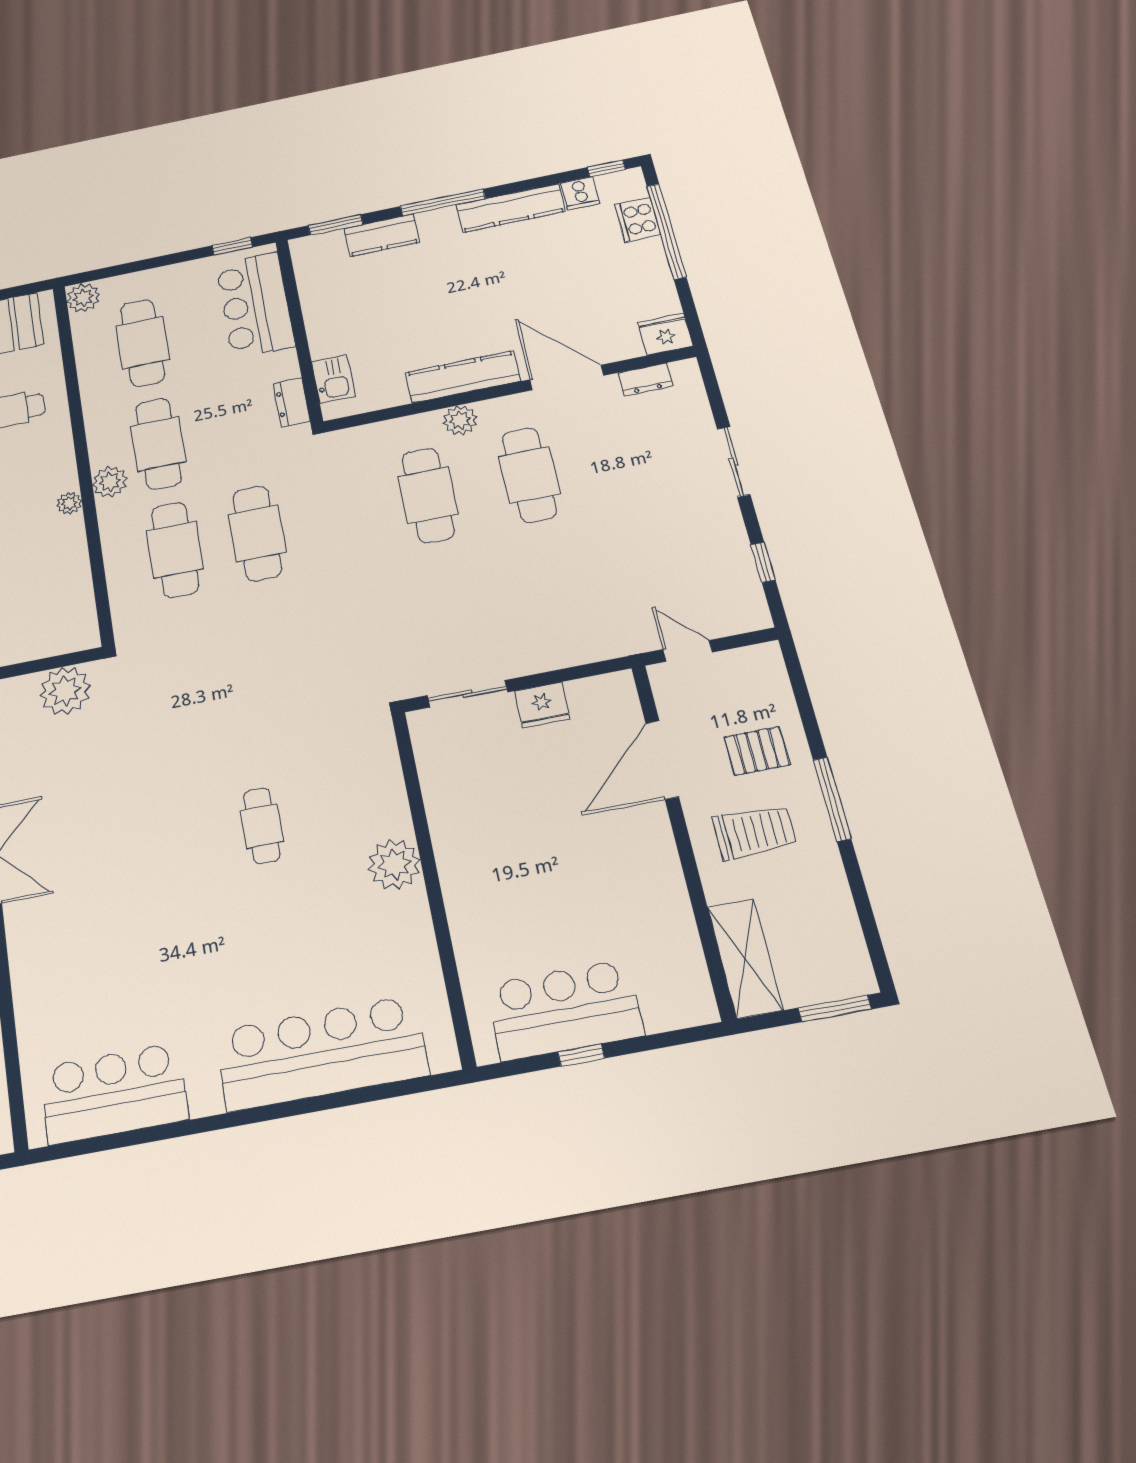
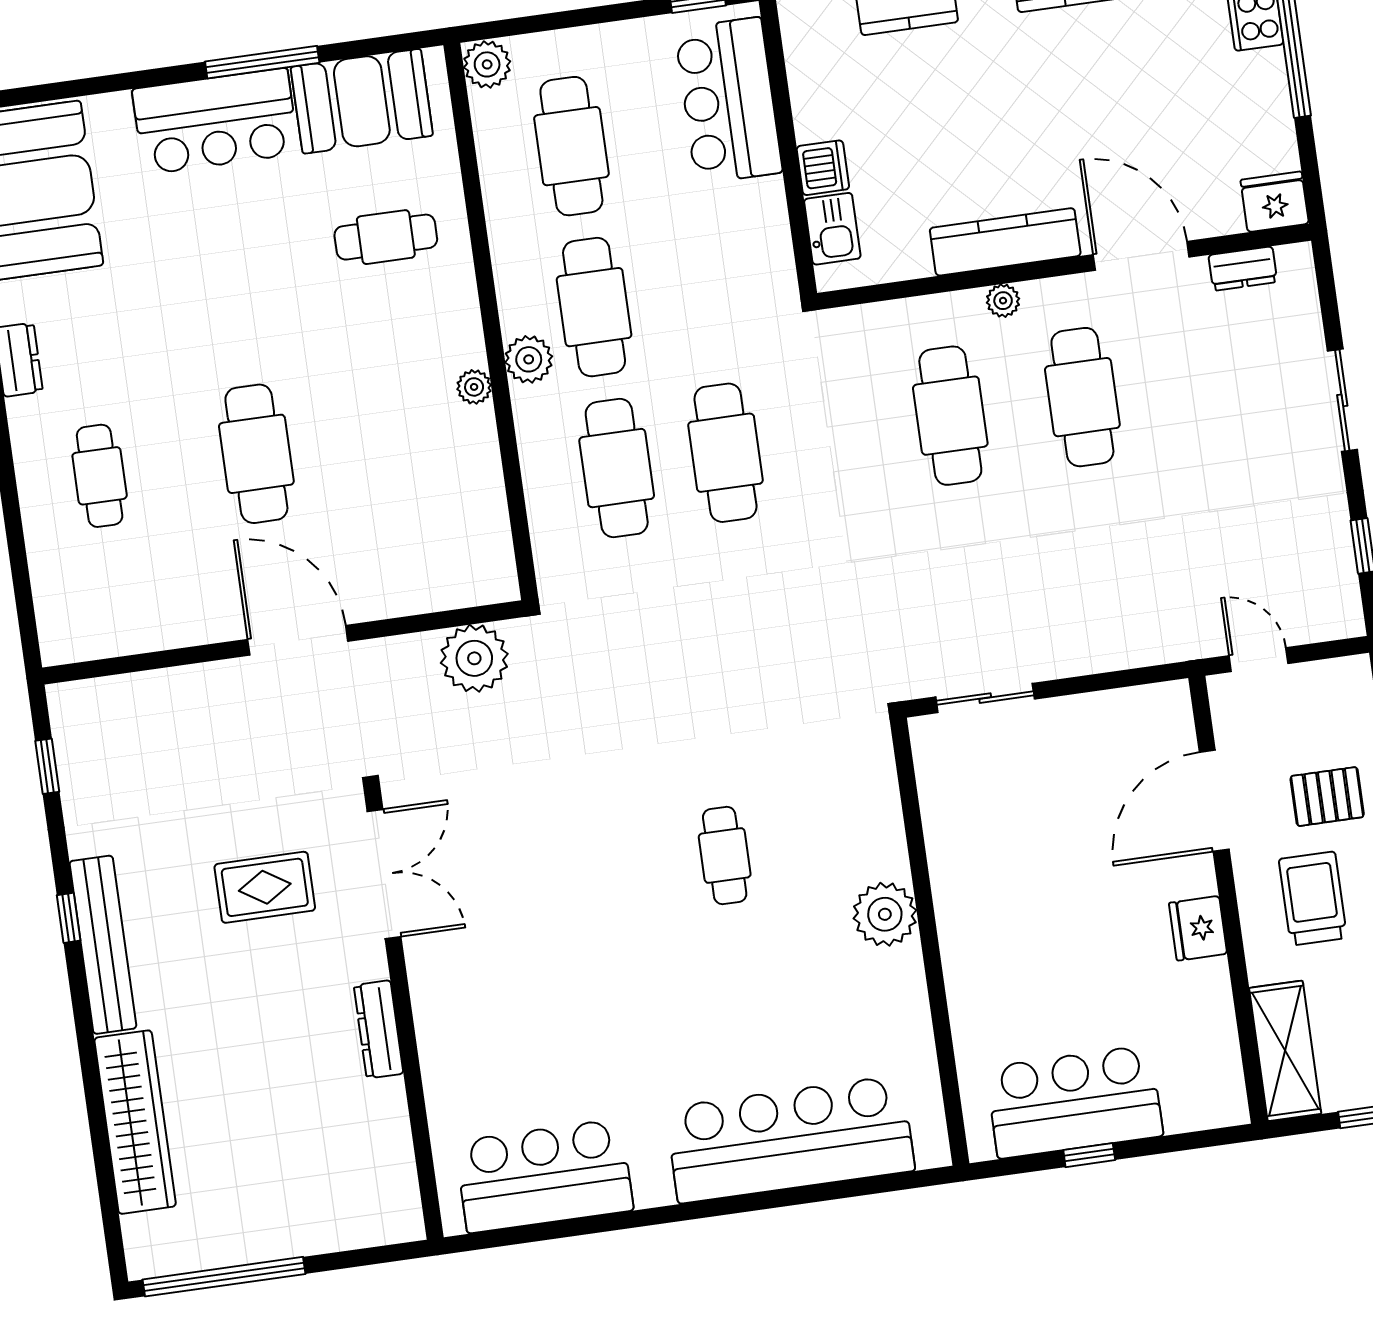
dishwasher: (325, 341) -> (823, 168), added
dresser: (292, 402) -> (775, 260), removed
plant: (460, 420) -> (1003, 301), width x0.73, depth x0.73
fridge: (542, 705) -> (1198, 928), moved, turned 90
trolley: (754, 832) -> (1313, 898), turned -90

